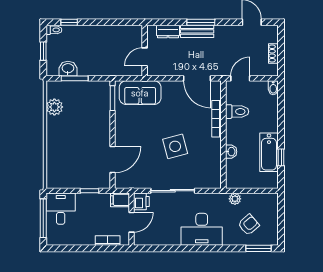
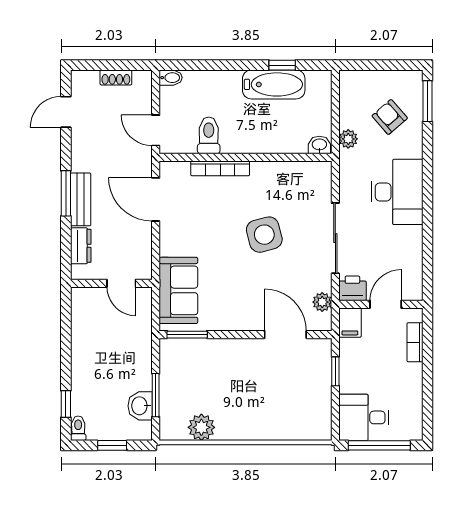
door: (197, 78) -> (156, 199), swing flipped
washbasin: (231, 152) -> (319, 145), moved
plant: (133, 183) -> (322, 302), added
door: (131, 222) -> (386, 304), hinge flipped

